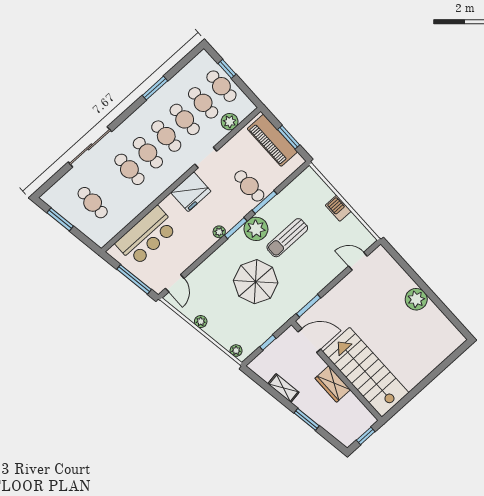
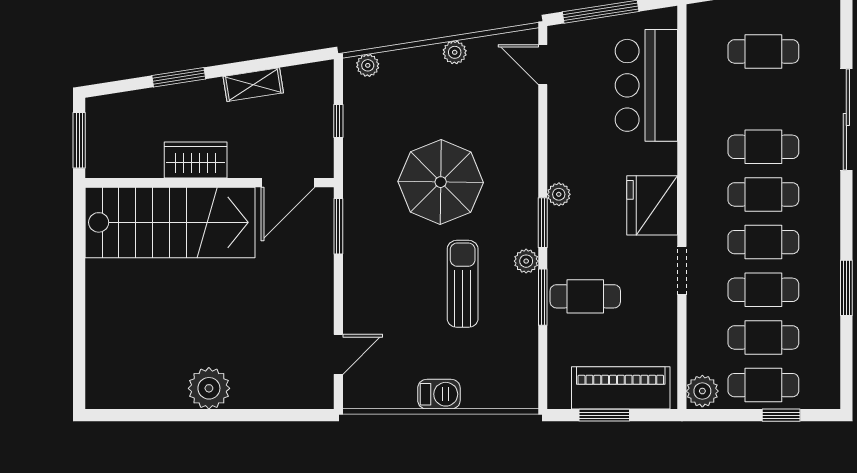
plant: (230, 122) -> (702, 391), moved
plant: (256, 229) -> (526, 261), width x0.53, depth x0.53
window: (366, 436) -> (79, 140), width x1.50

